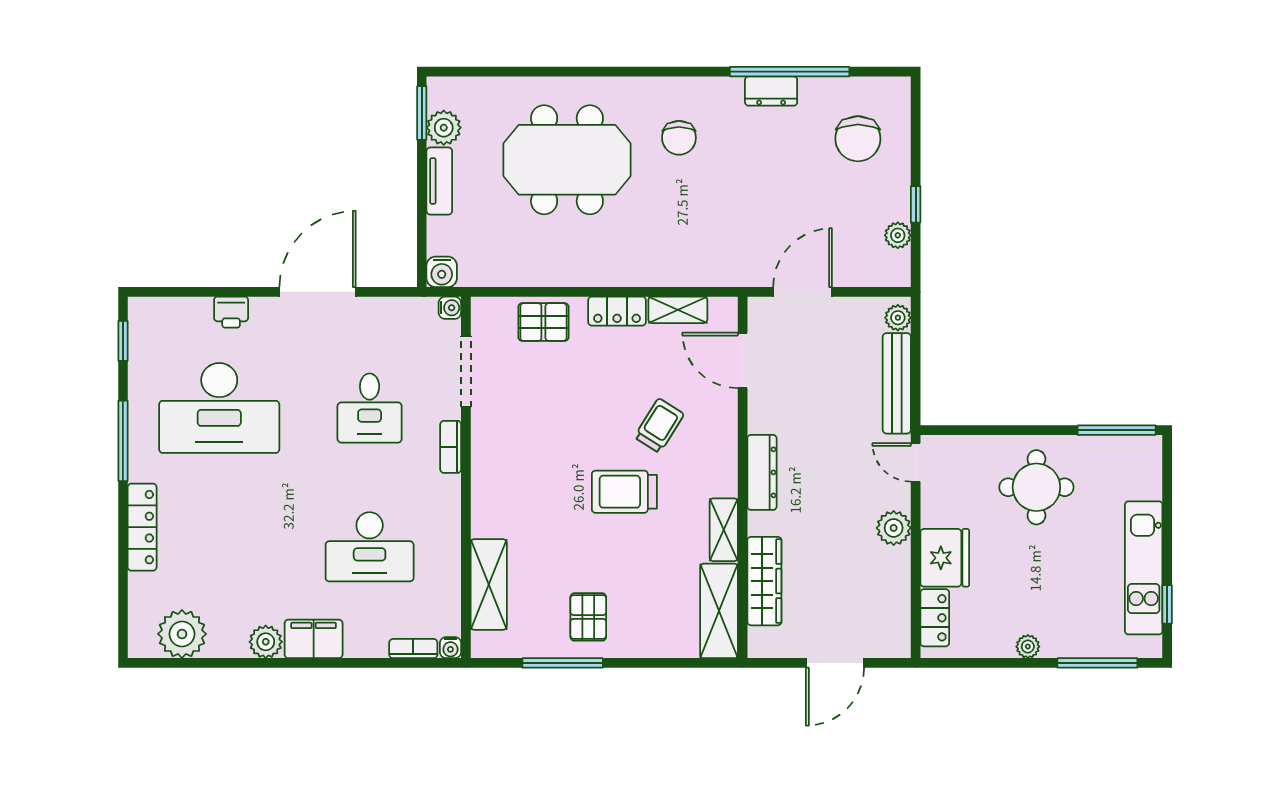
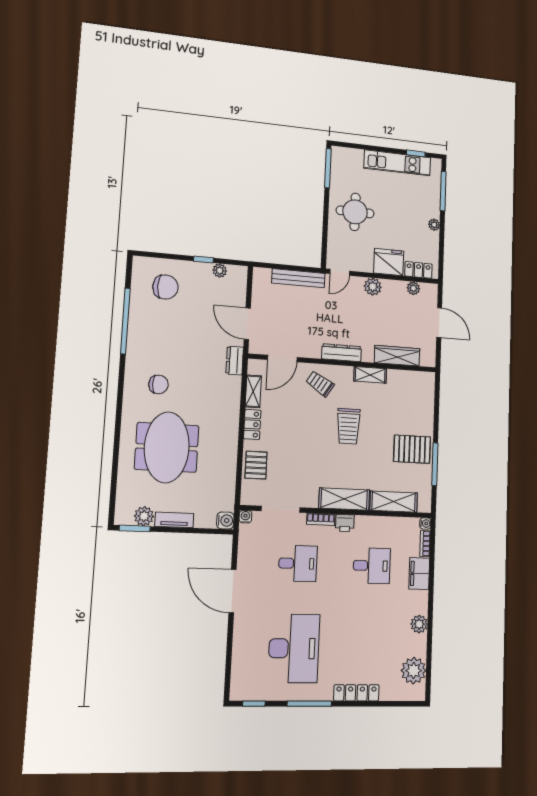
dresser: (771, 91) -> (235, 361), moved, turned 180
printer: (231, 312) -> (345, 523), moved, turned 90
plant: (898, 318) -> (413, 288), moved
trolley: (659, 426) -> (320, 384), moved
desk: (370, 547) -> (372, 566), width x0.73
shelving: (719, 611) -> (344, 499), moved
pallet: (588, 617) -> (412, 449), width x1.50, depth x1.42
filing cabinet: (314, 639) -> (419, 574), moved

